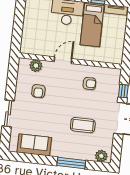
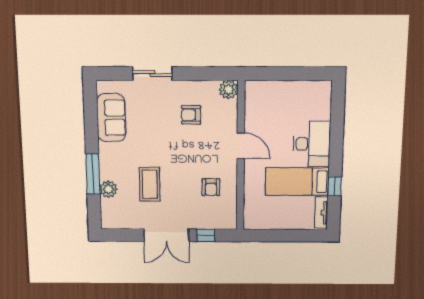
plant: (36, 66) -> (229, 90), moved
plant: (101, 156) -> (108, 189), moved

